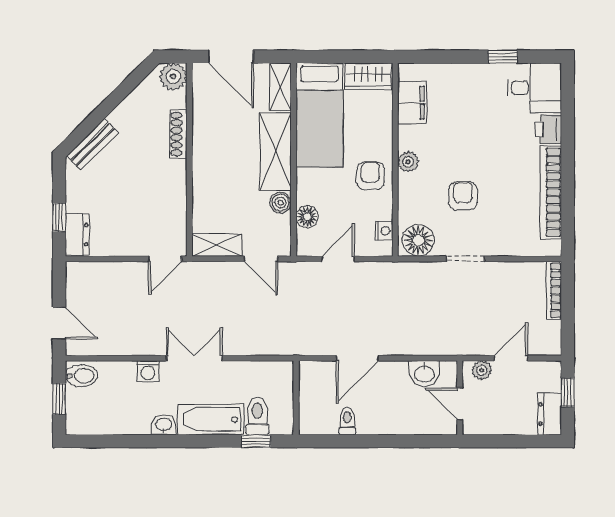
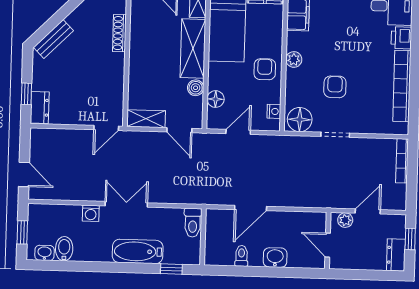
washbasin: (424, 373) -> (275, 258), moved, turned 180
bidet: (82, 376) -> (64, 249), moved, turned -90
toilet: (257, 416) -> (193, 223), moved, turned 180
washbasin: (164, 425) -> (45, 253), moved

